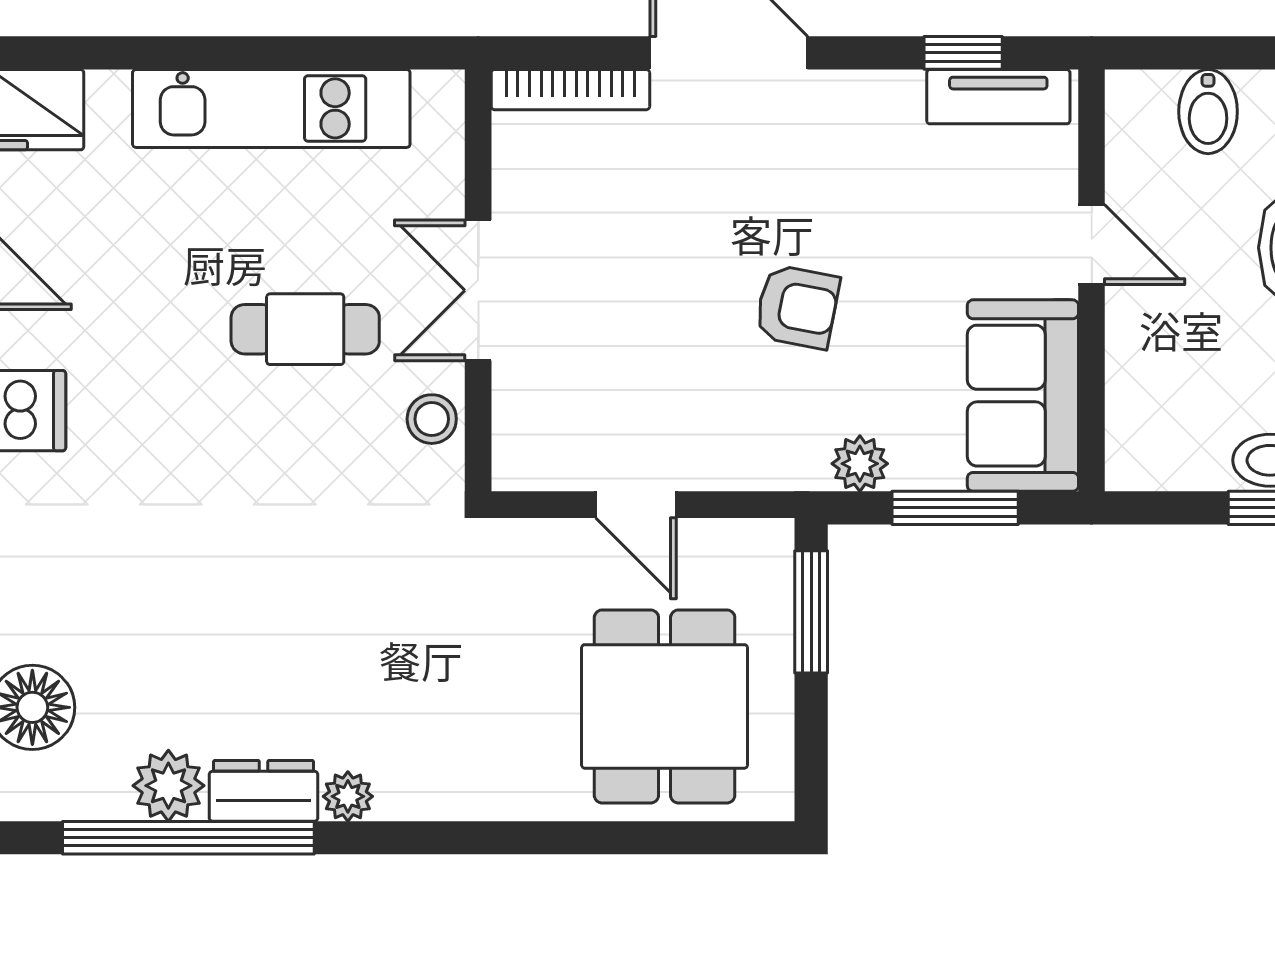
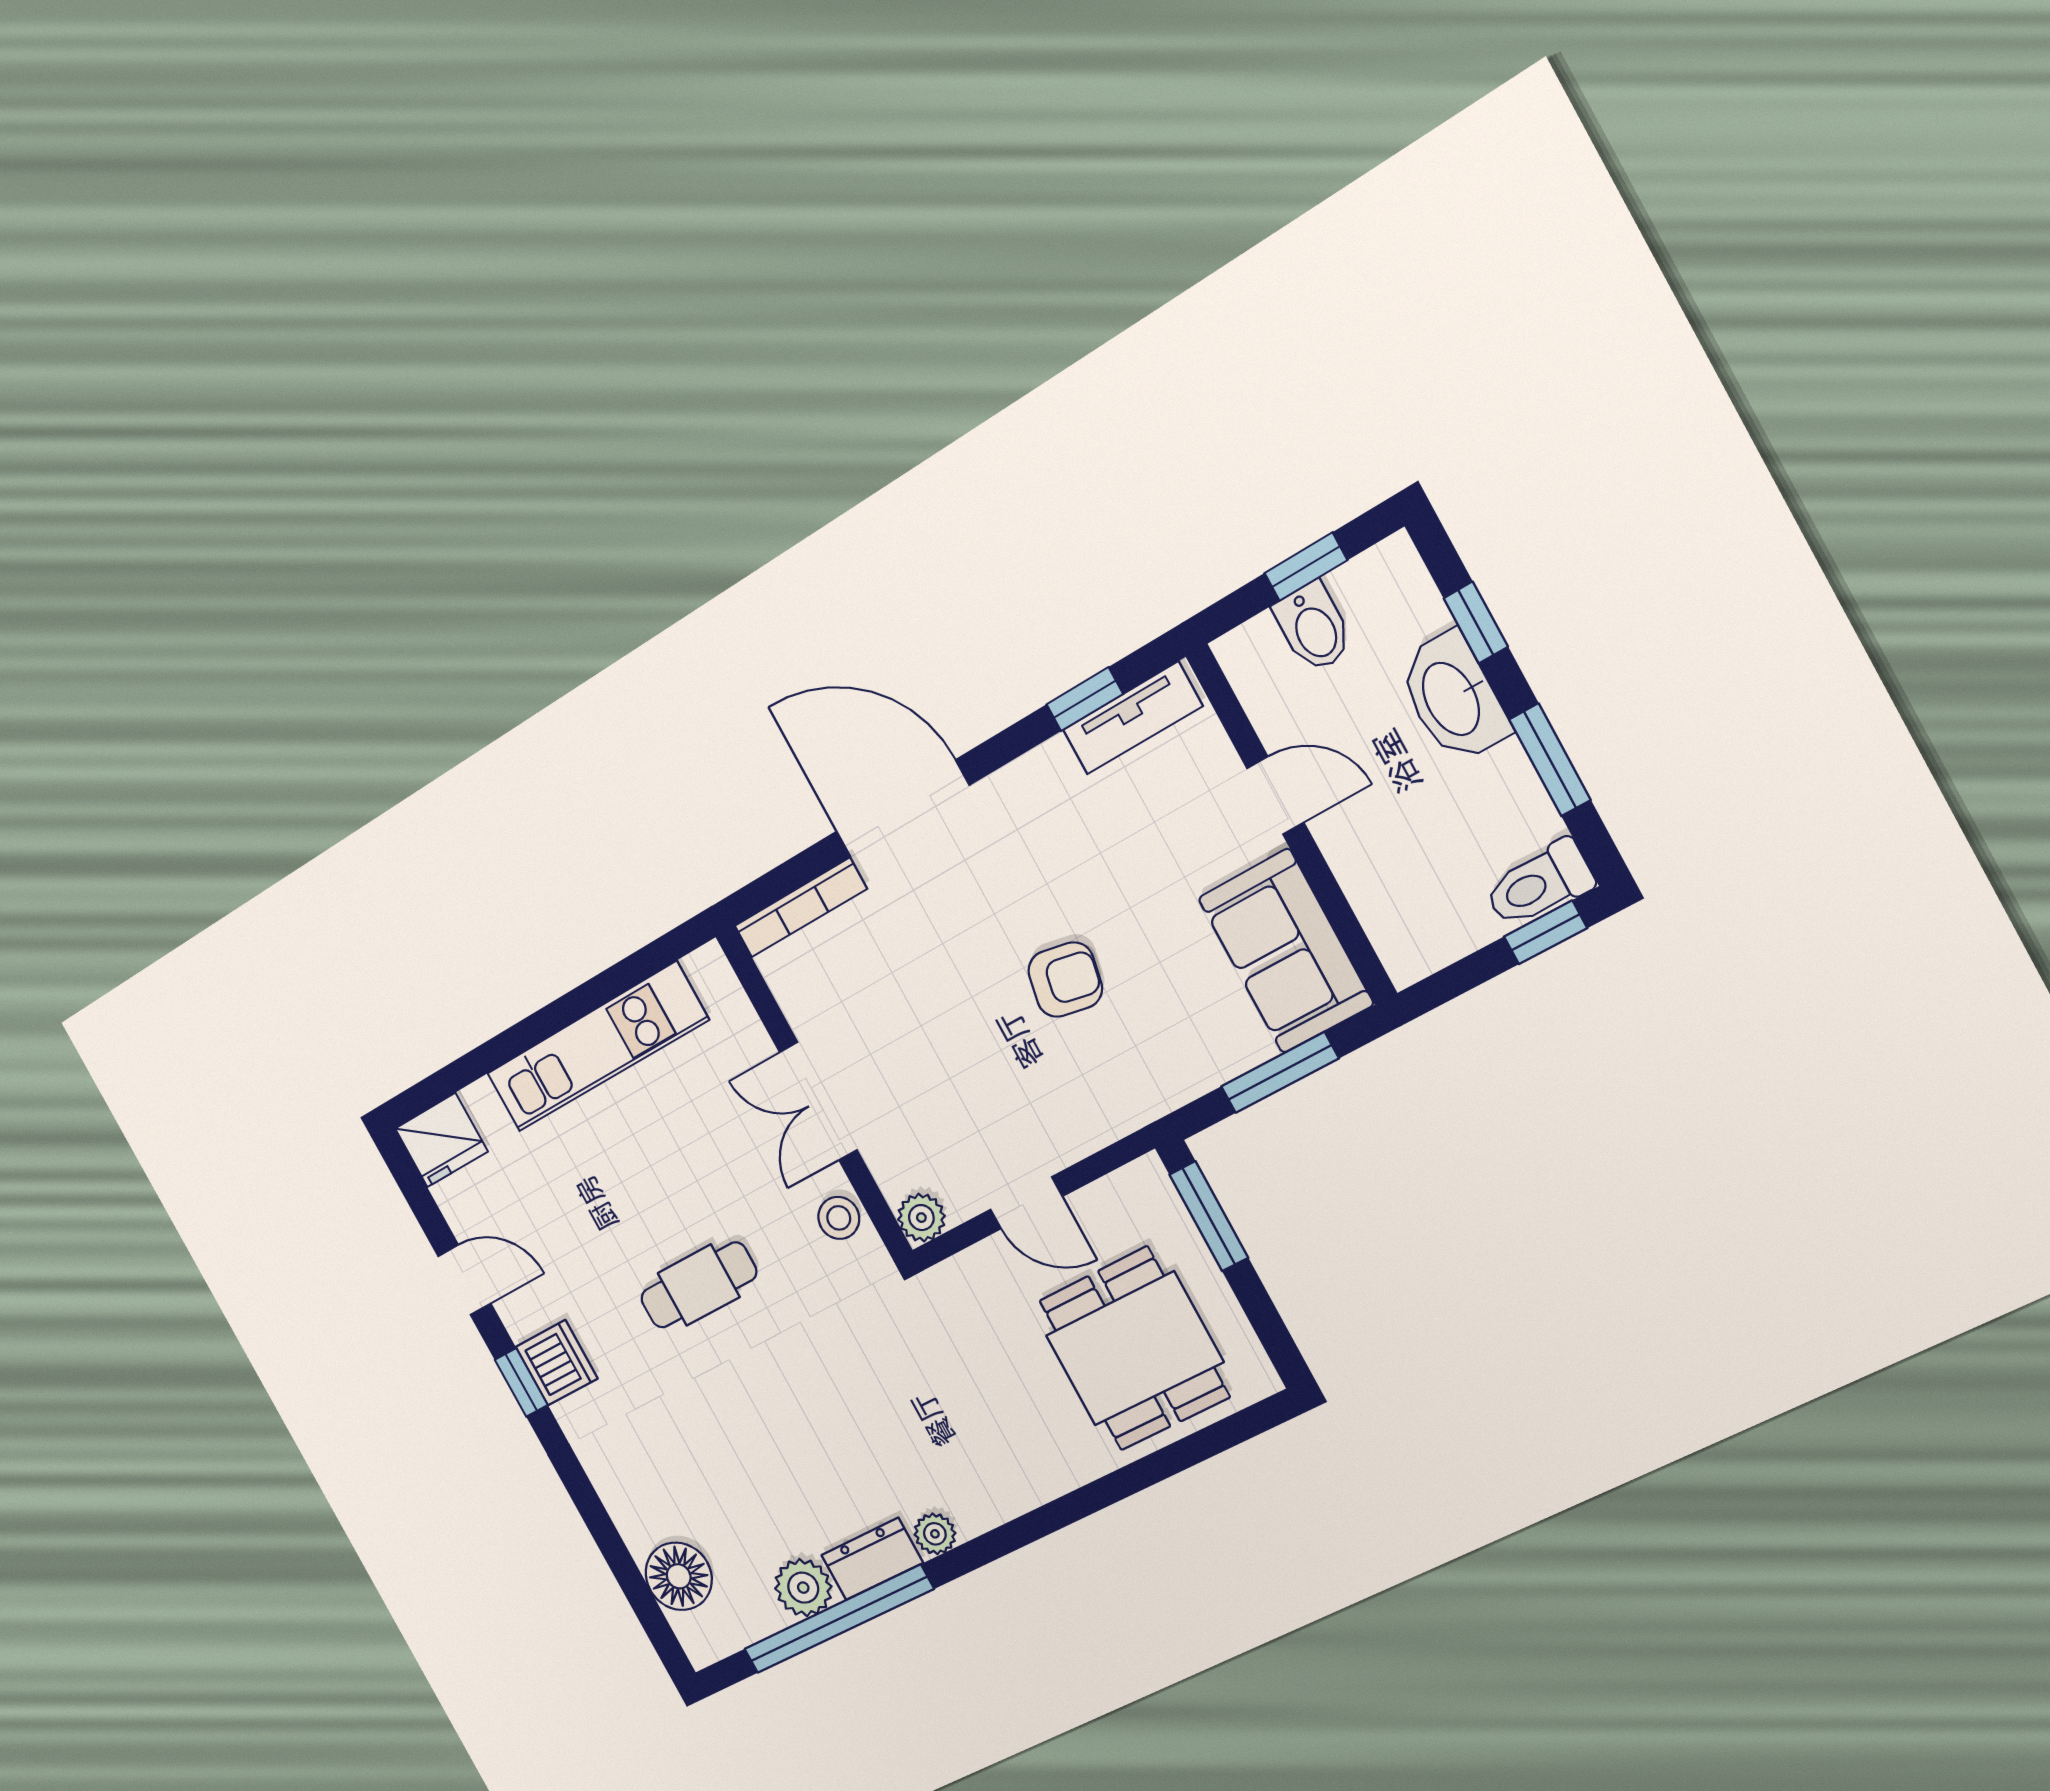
window: (1230, 53) -> (1306, 567), added
cafe table: (305, 329) -> (699, 1285), moved
plant: (860, 464) -> (921, 1218), moved

